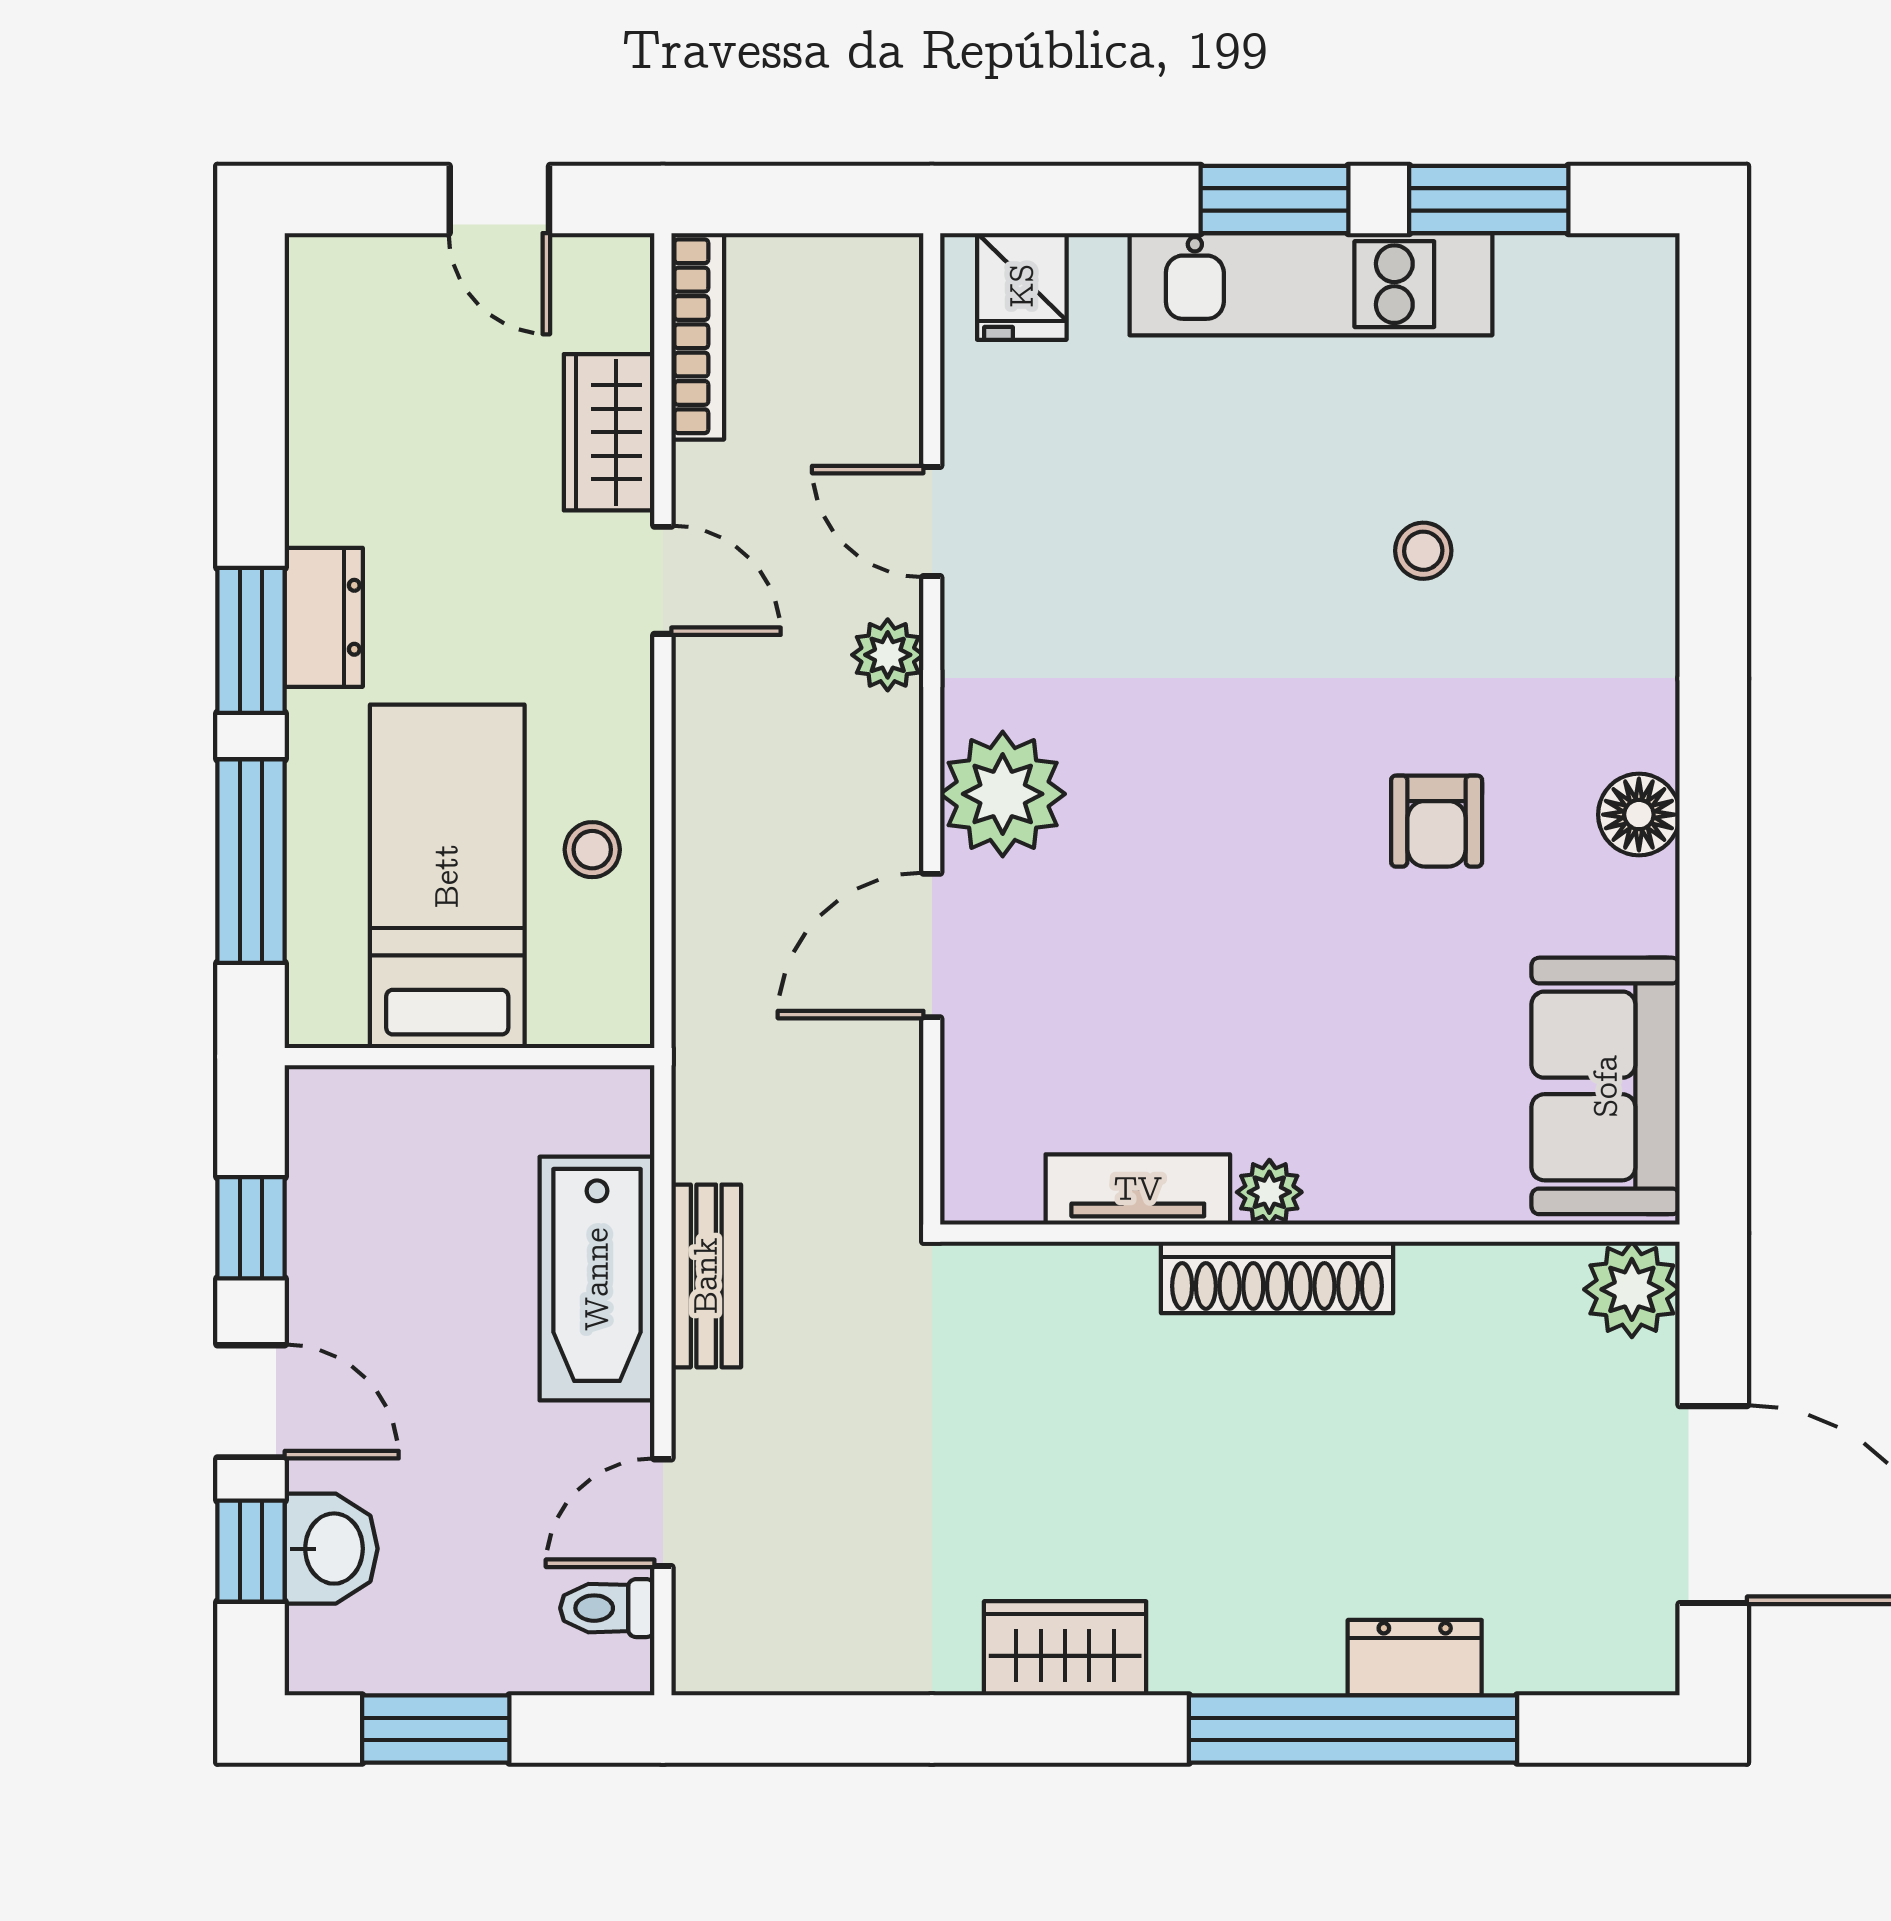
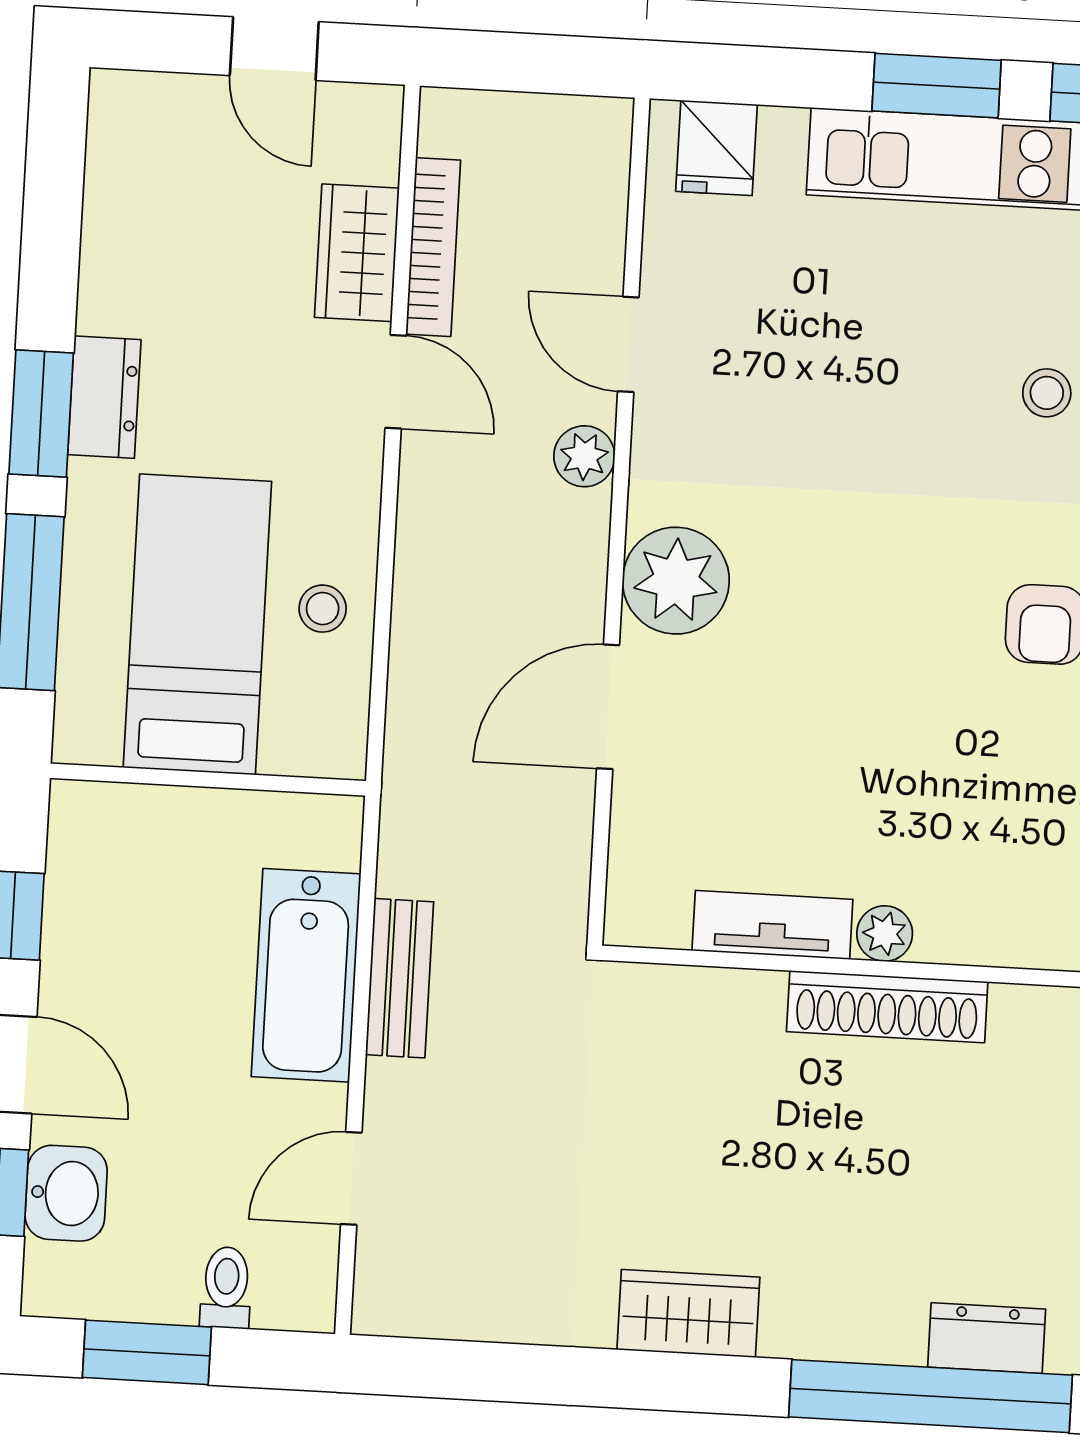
bookcase: (698, 336) -> (433, 247), moved
toilet: (607, 1608) -> (226, 1288), moved, turned 90

